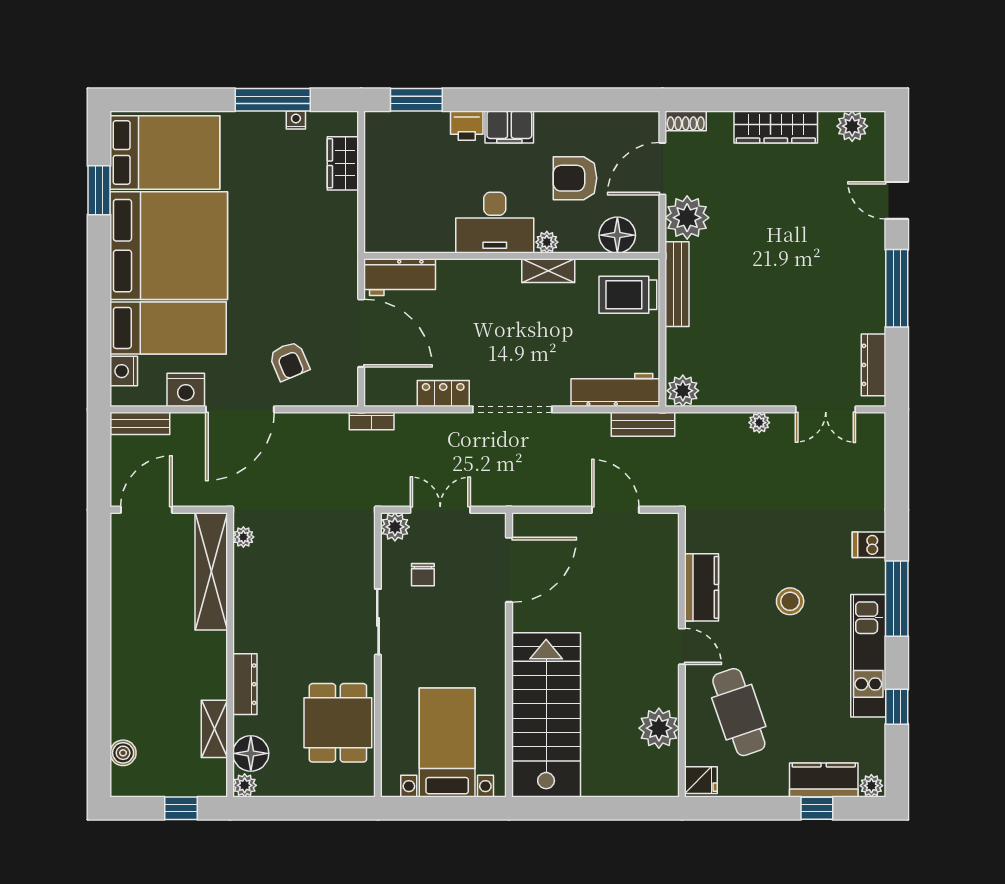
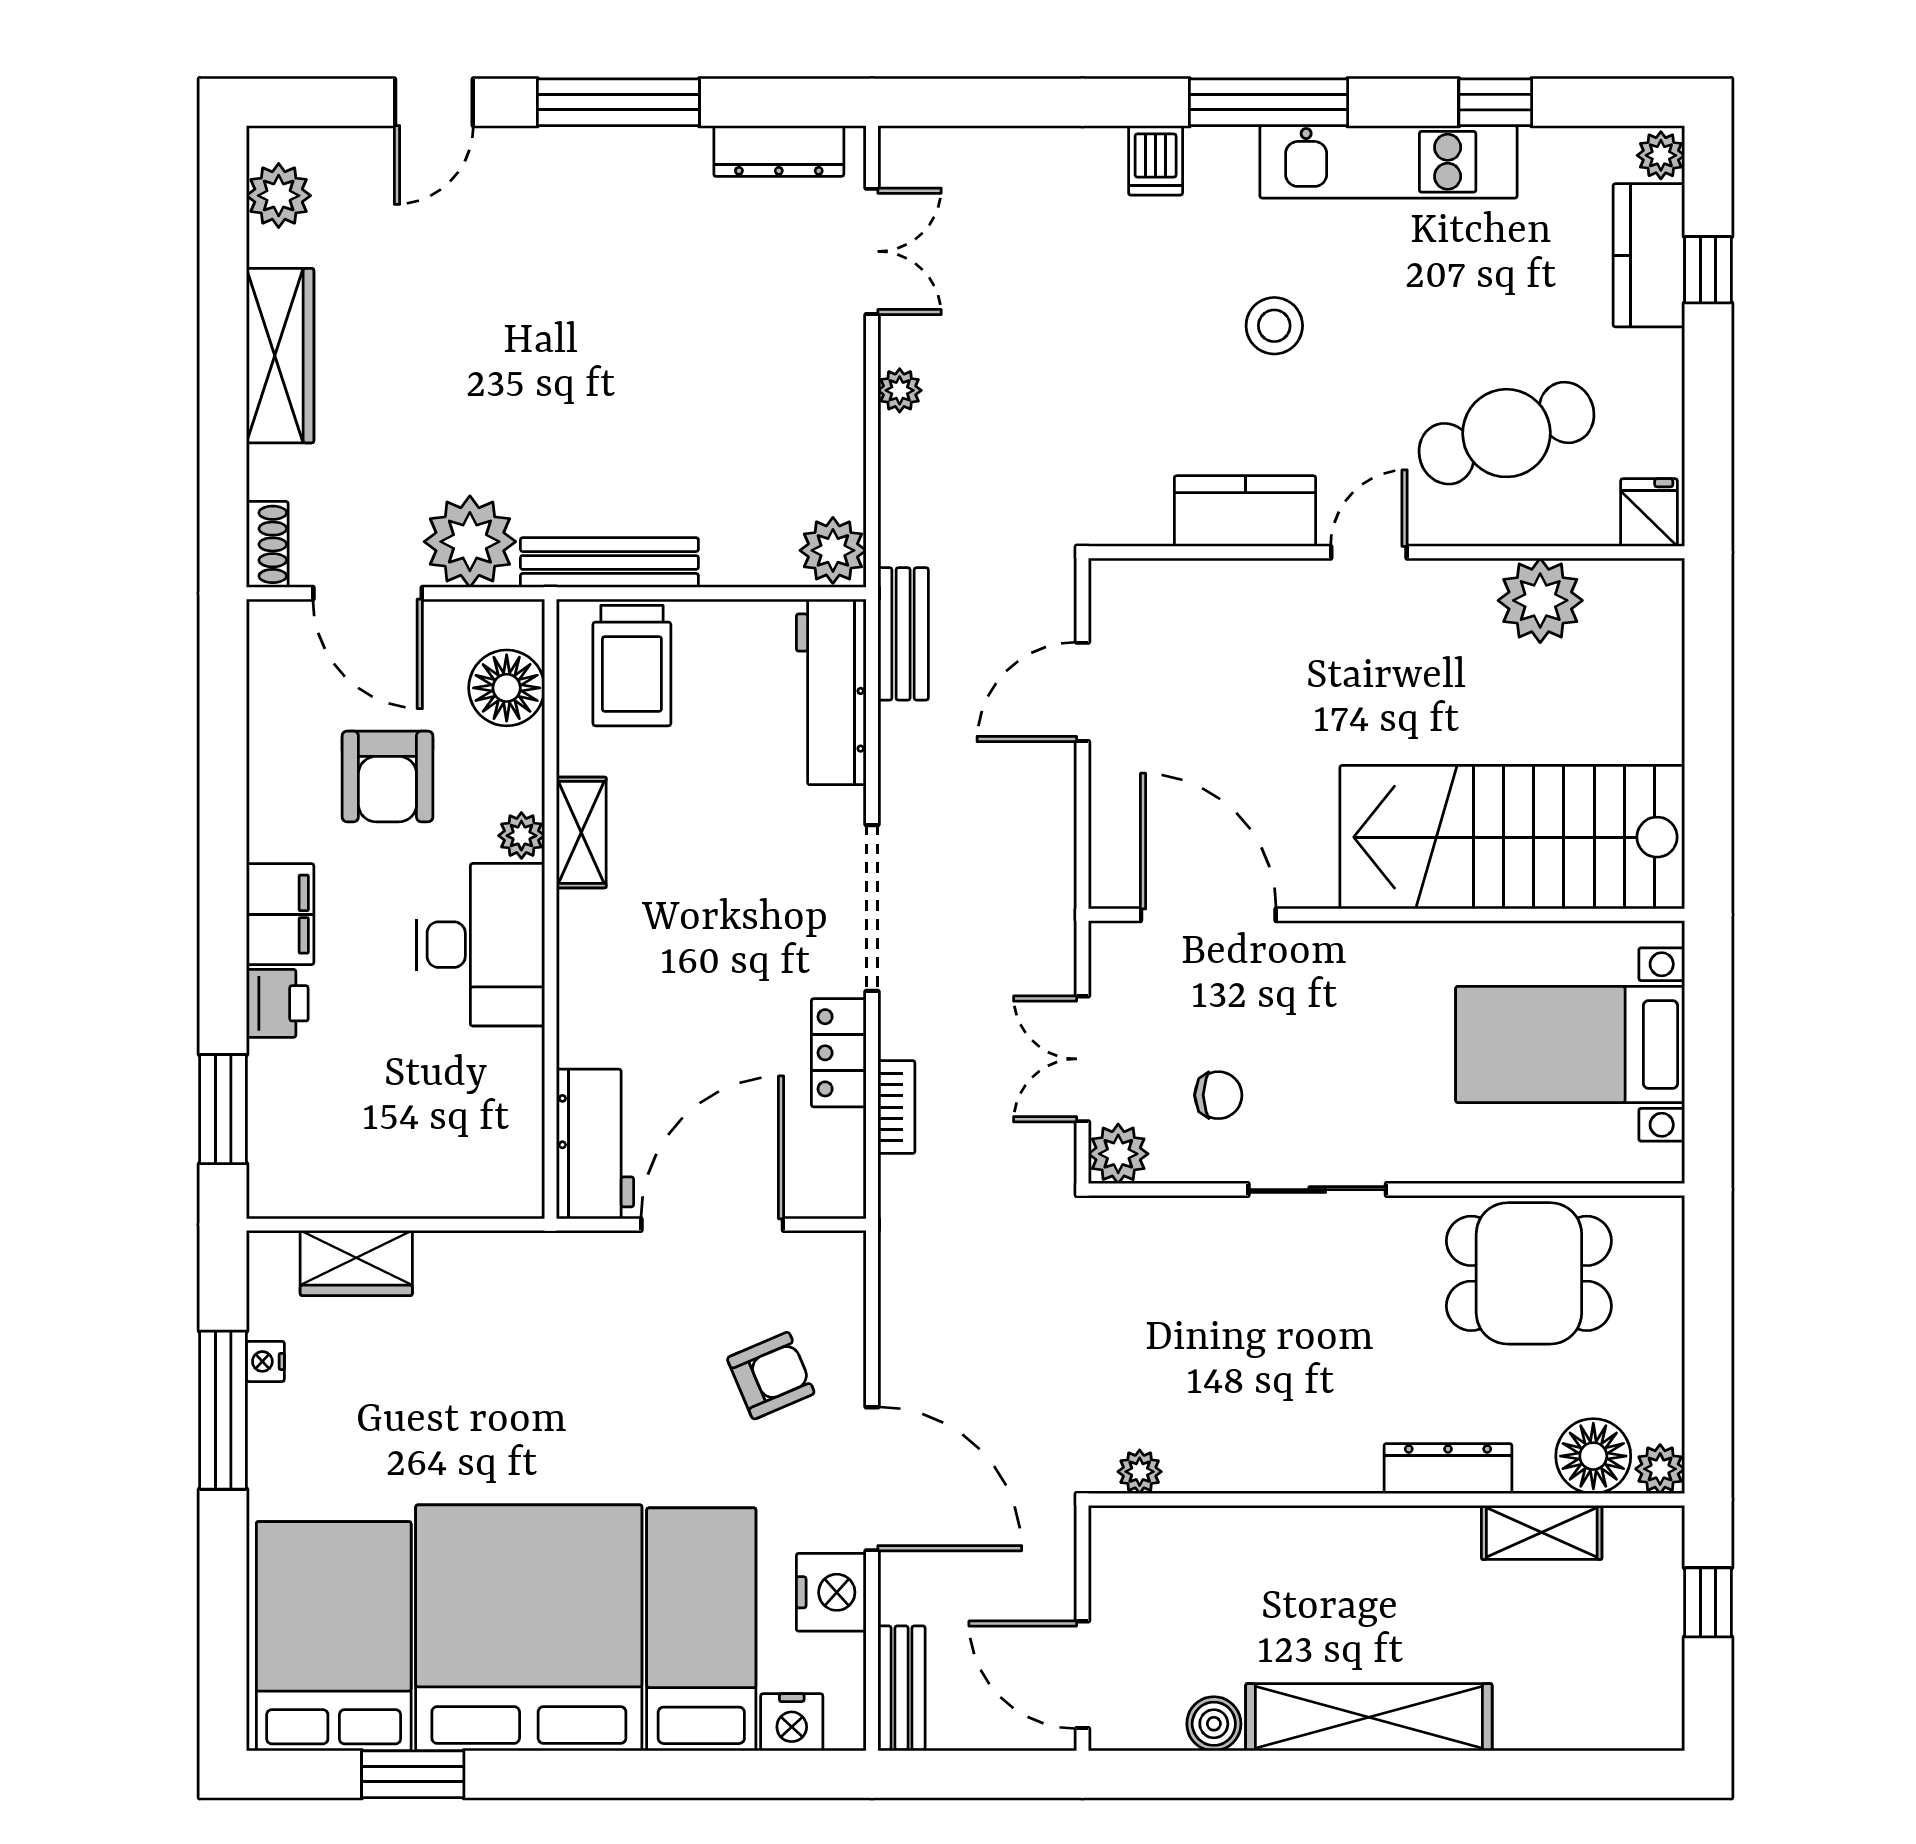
bookcase: (372, 421) -> (896, 1107), moved
shelving: (211, 571) -> (1369, 1717), moved
boiler: (123, 753) -> (1214, 1724), moved

